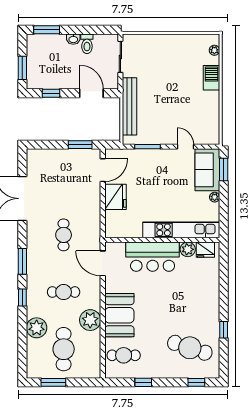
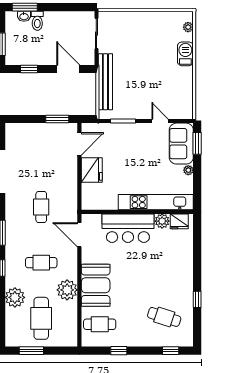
washbasin: (73, 39) -> (24, 16), moved
toilet: (87, 44) -> (37, 21), moved
cafe table: (190, 348) -> (164, 317), width x0.73, depth x0.74

